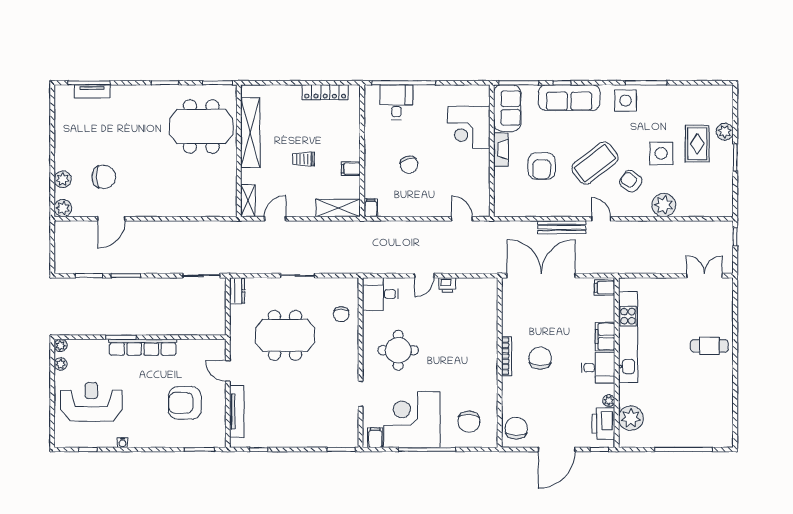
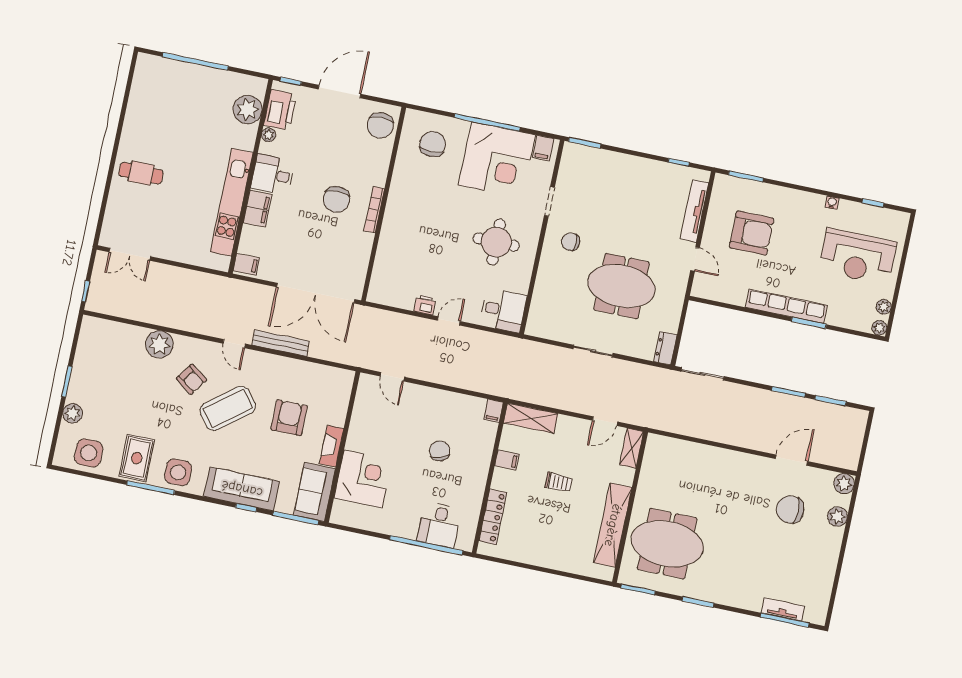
locker: (325, 92) -> (493, 517), moved, turned 90
rug: (697, 144) -> (137, 458), moved
side table: (661, 153) -> (89, 453), moved
chair: (341, 314) -> (571, 242), moved, turned -90

